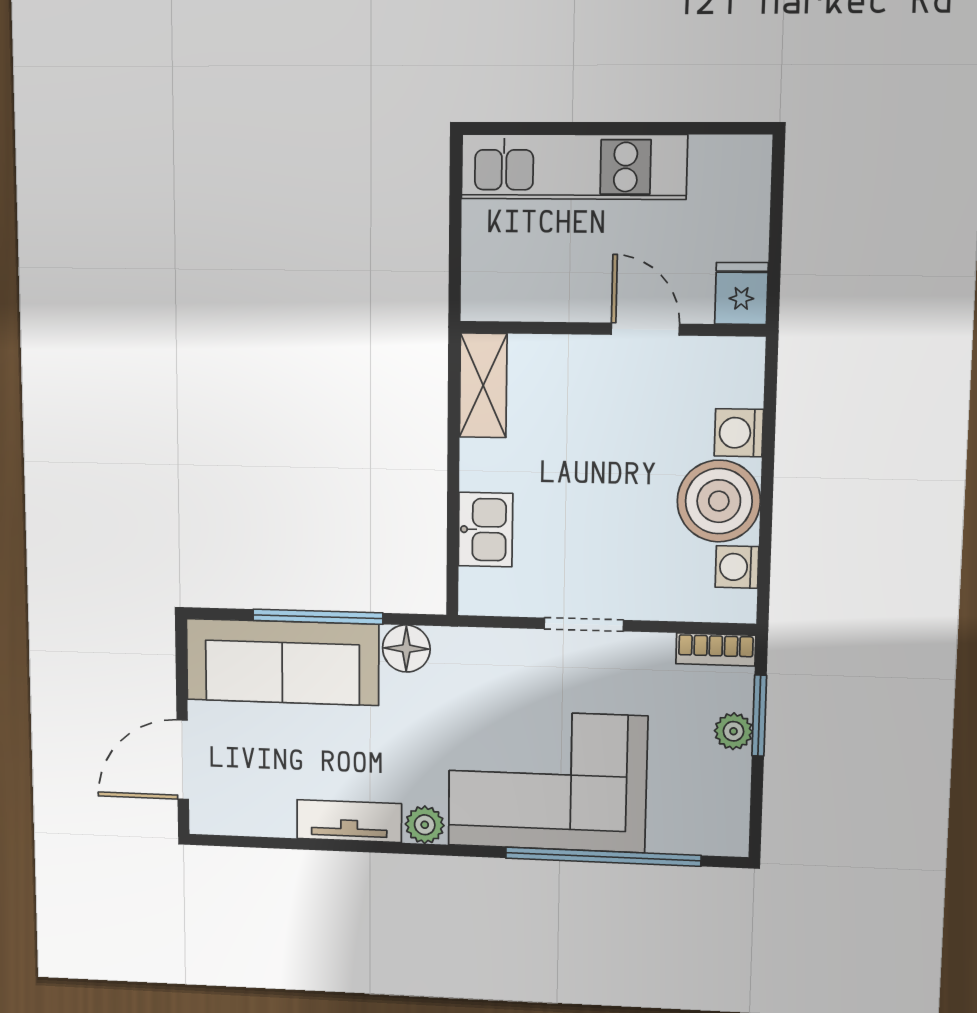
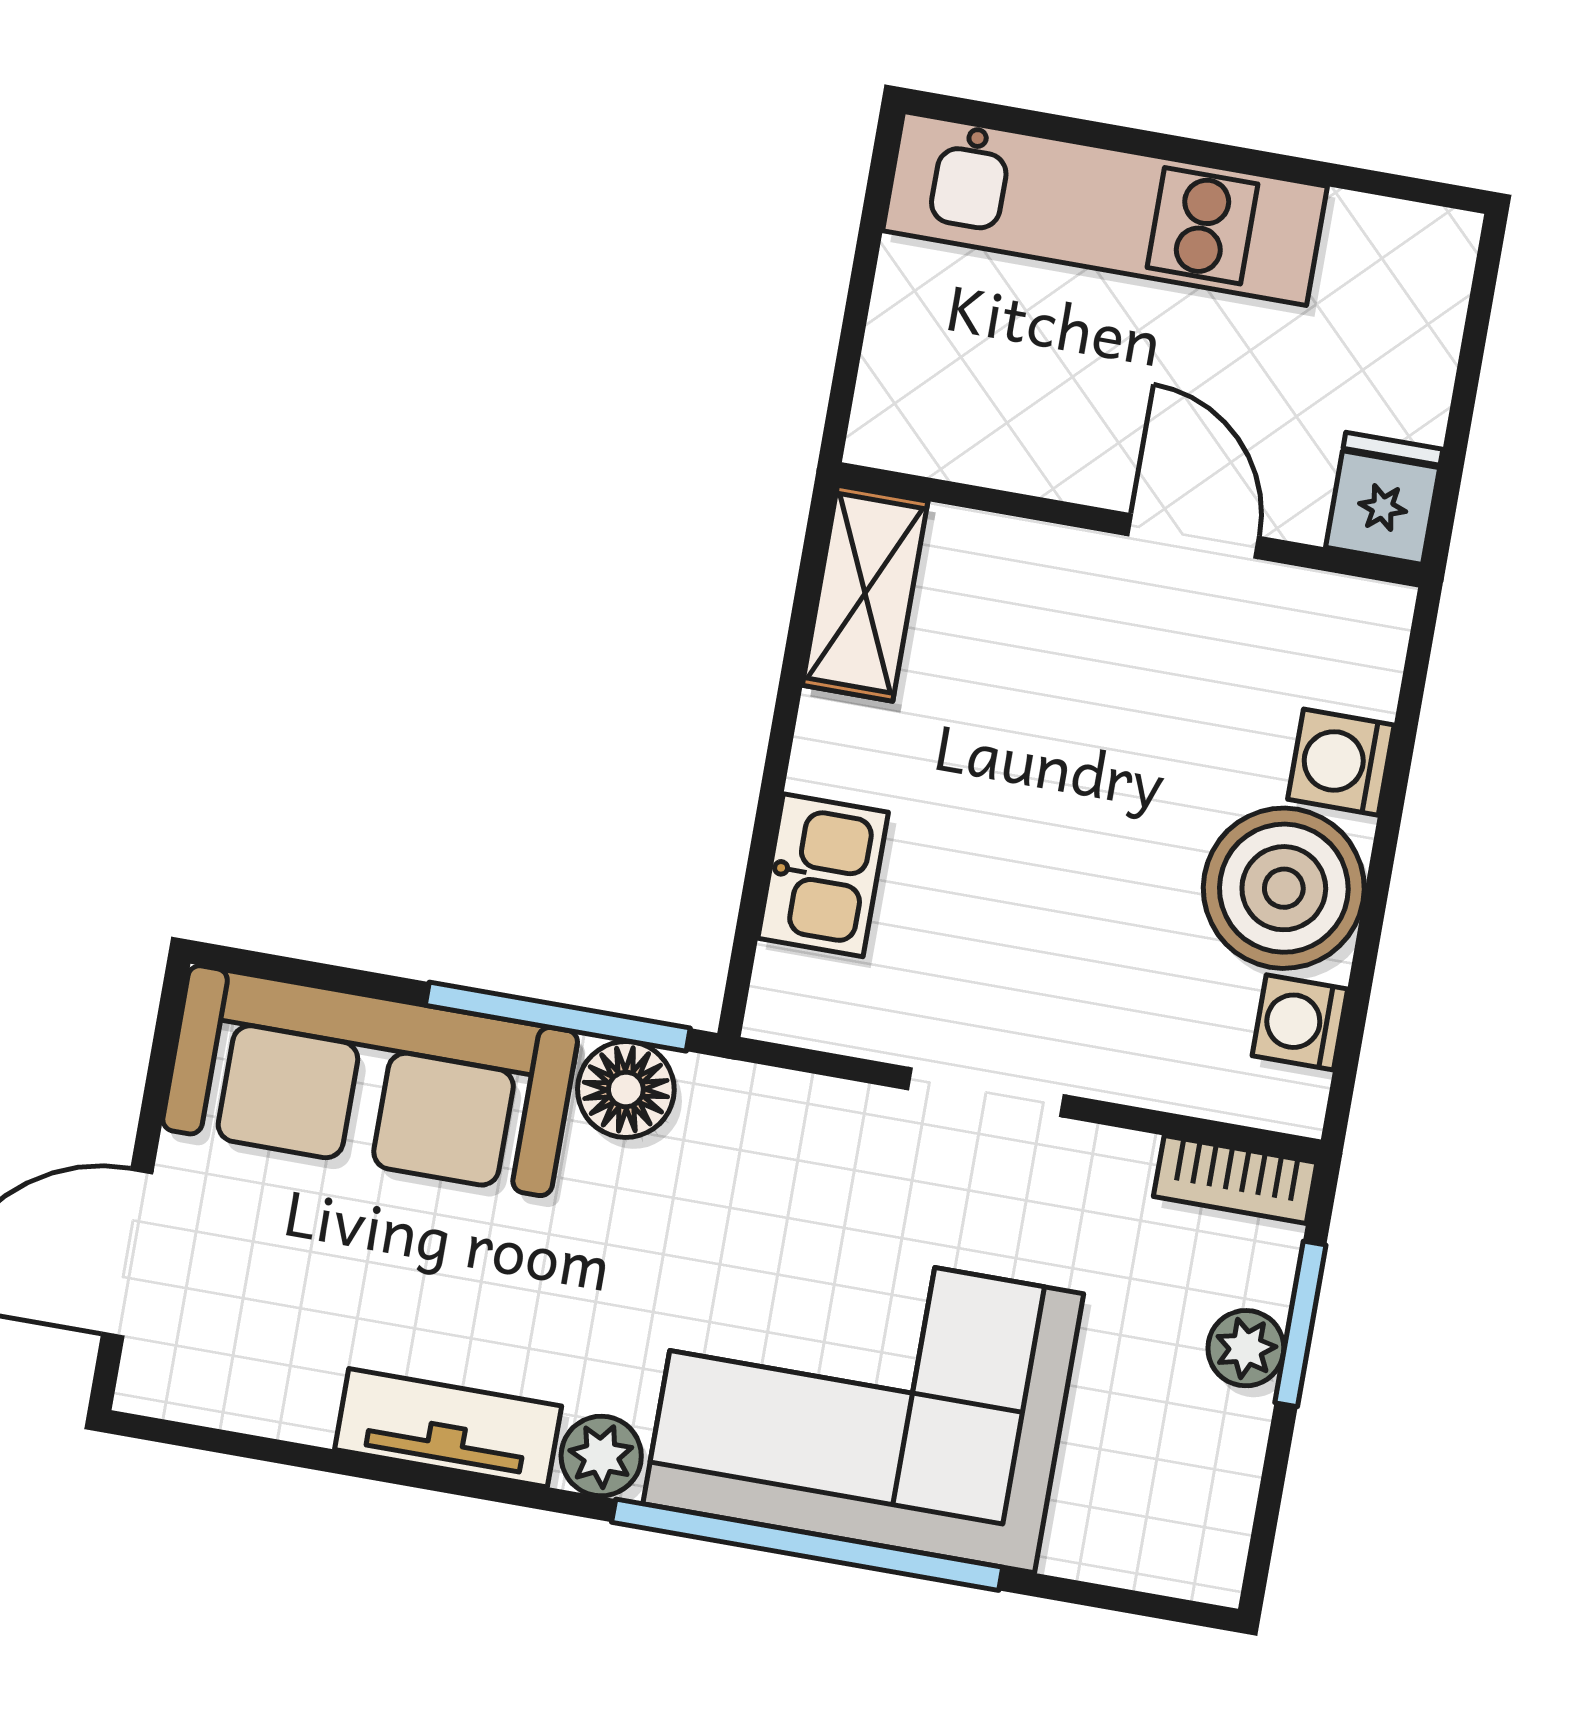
window: (318, 617) -> (558, 1017), moved
window: (603, 857) -> (807, 1545), moved

